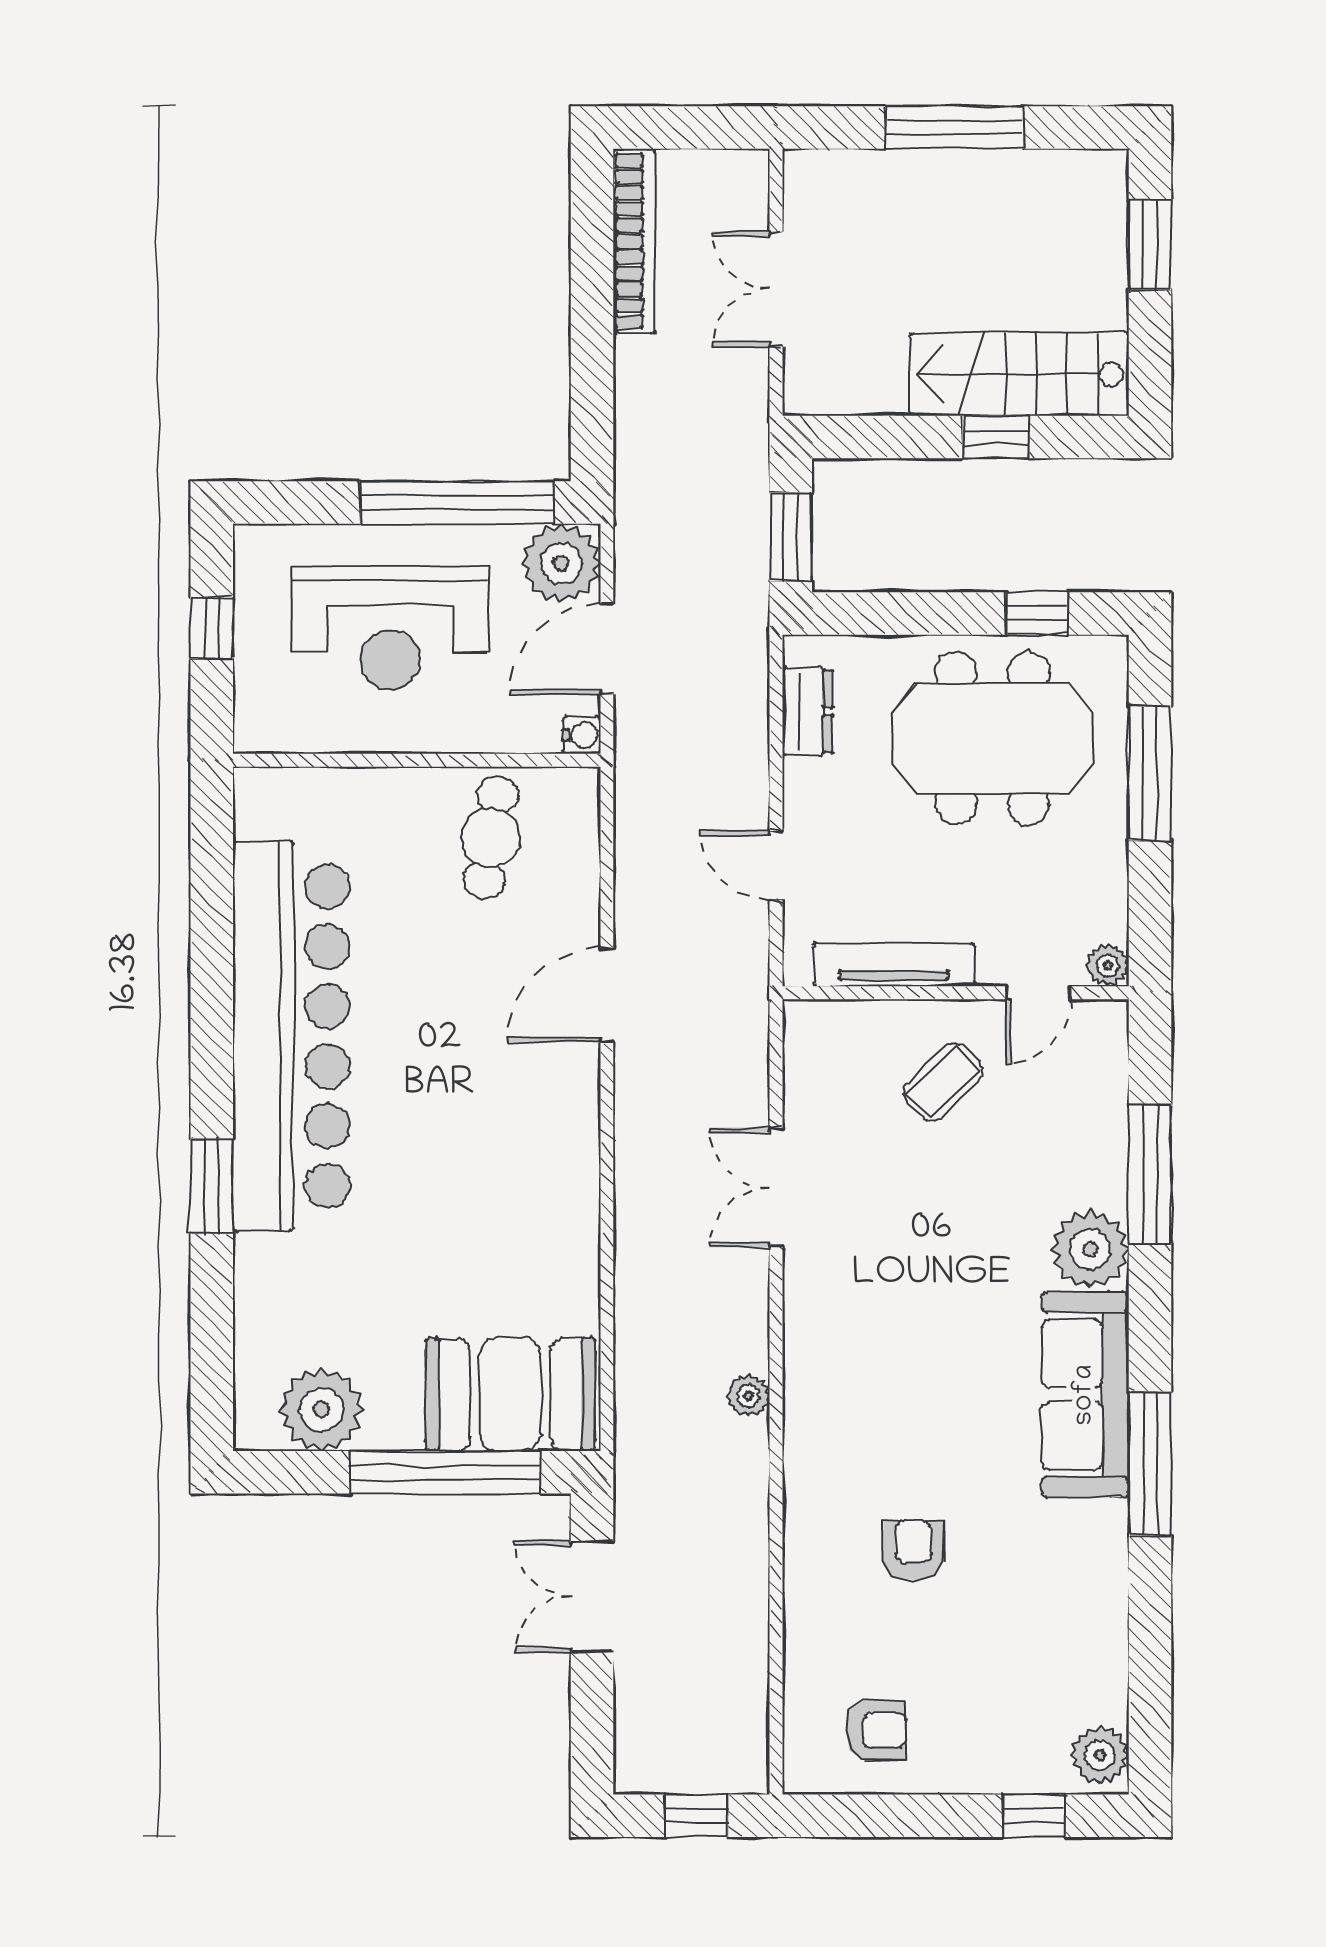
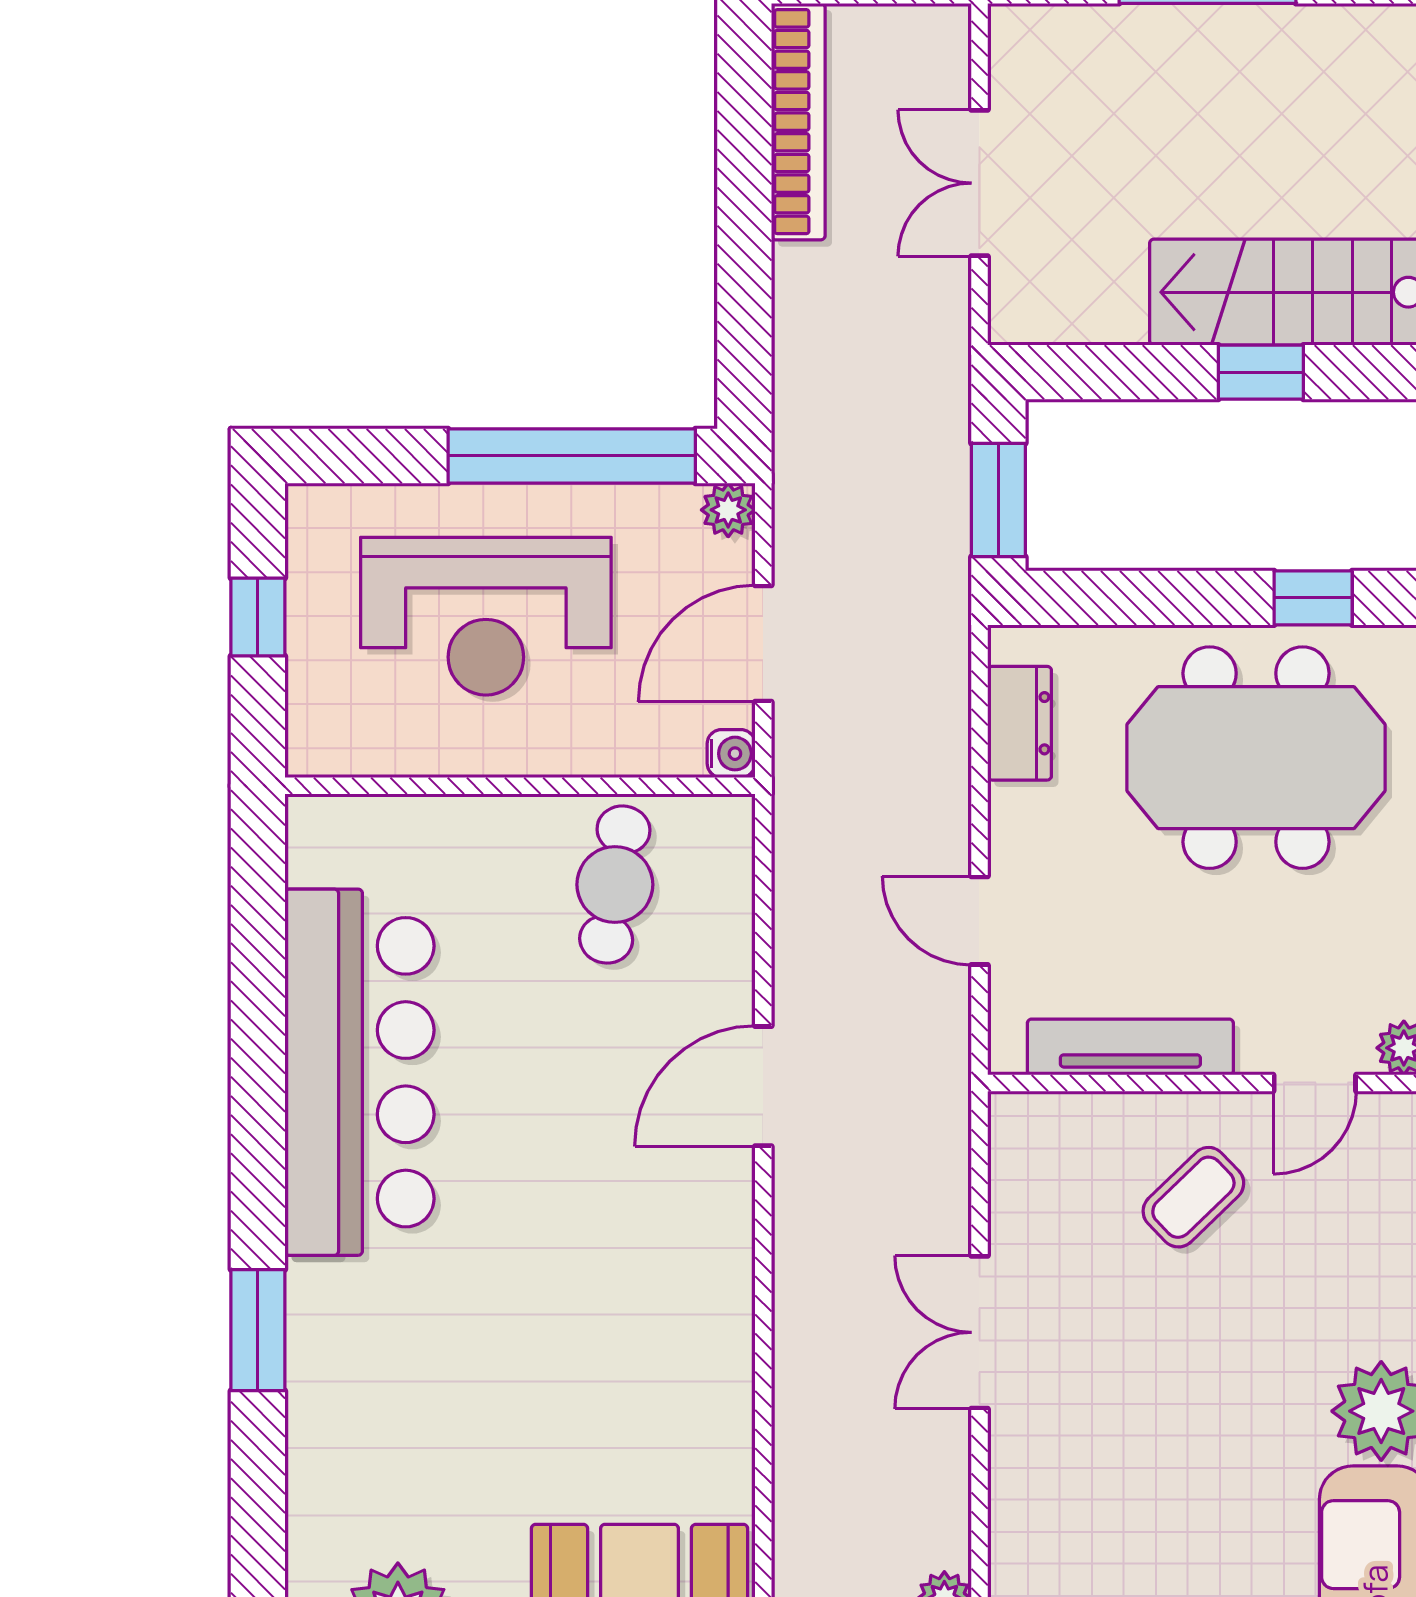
plant: (561, 563) -> (728, 510), width x0.53, depth x0.53
bar counter: (291, 1036) -> (359, 1072), width x0.73

